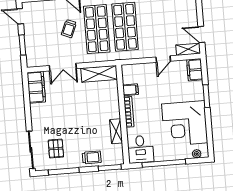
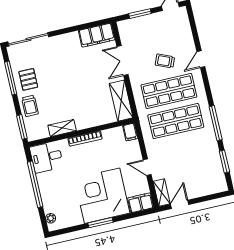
filing cabinet: (131, 90) -> (130, 132), moved
window: (206, 96) -> (101, 223), moved
corner desk: (185, 123) -> (102, 196), moved
pallet: (56, 149) -> (28, 79), moved, turned 90

